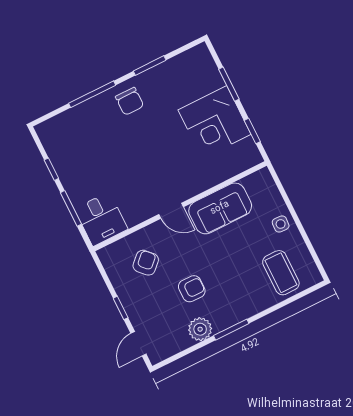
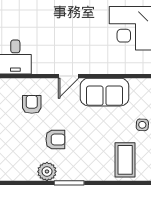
door: (171, 211) -> (69, 76), hinge flipped
armchair: (146, 263) -> (32, 104), turned -46

